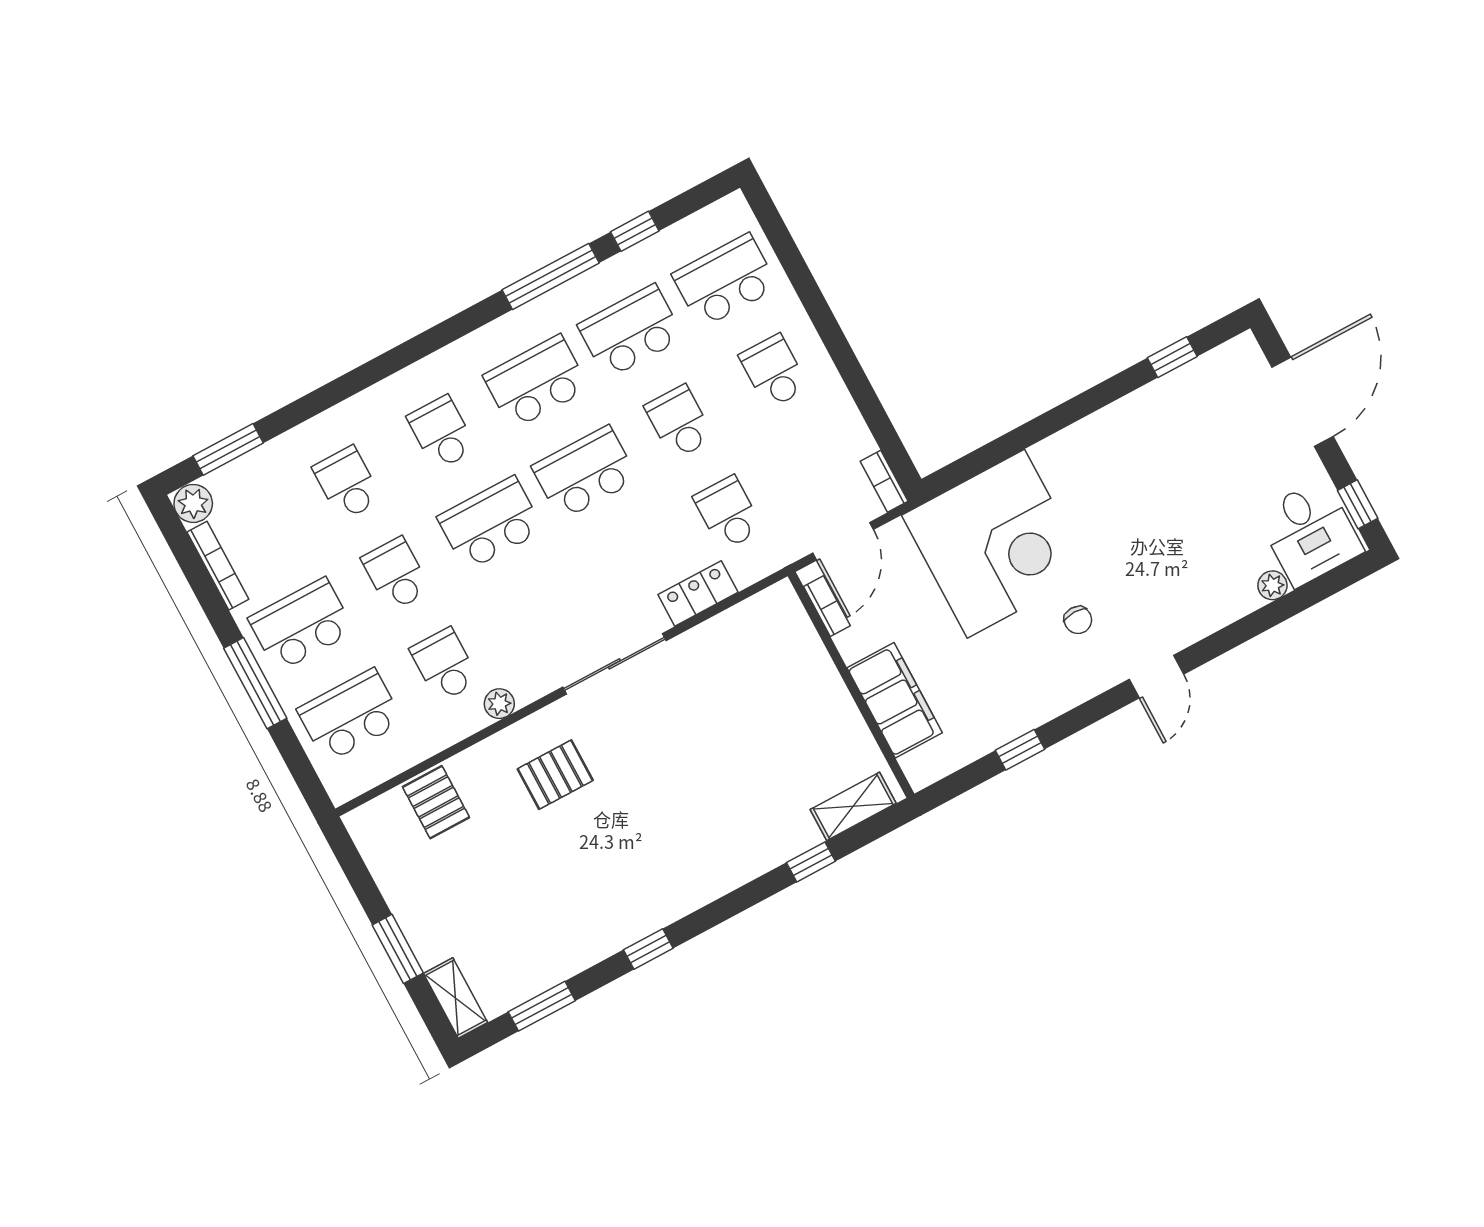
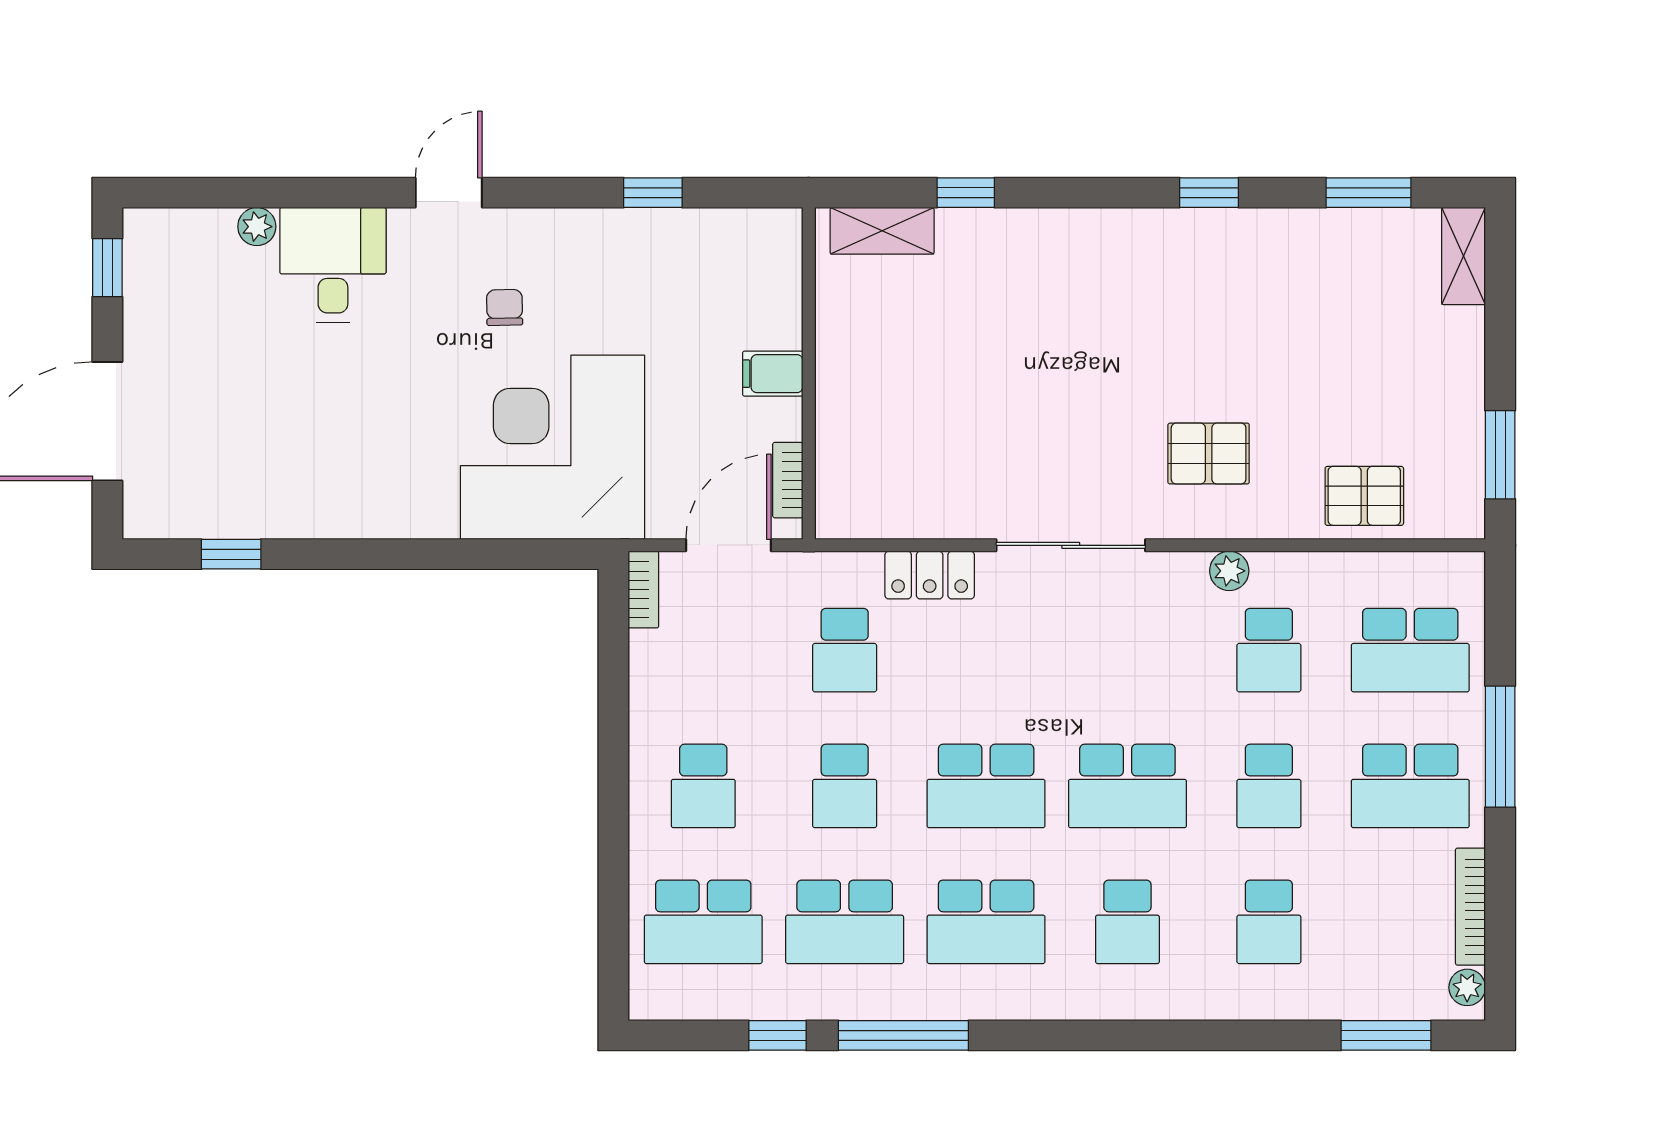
plant: (193, 503) -> (1467, 987), width x0.73, depth x0.73
desk: (1310, 533) -> (333, 265), moved
filing cabinet: (895, 700) -> (773, 374), width x0.33, depth x0.86
pallet: (436, 802) -> (1364, 496), turned 90
window: (398, 949) -> (1500, 455), moved

